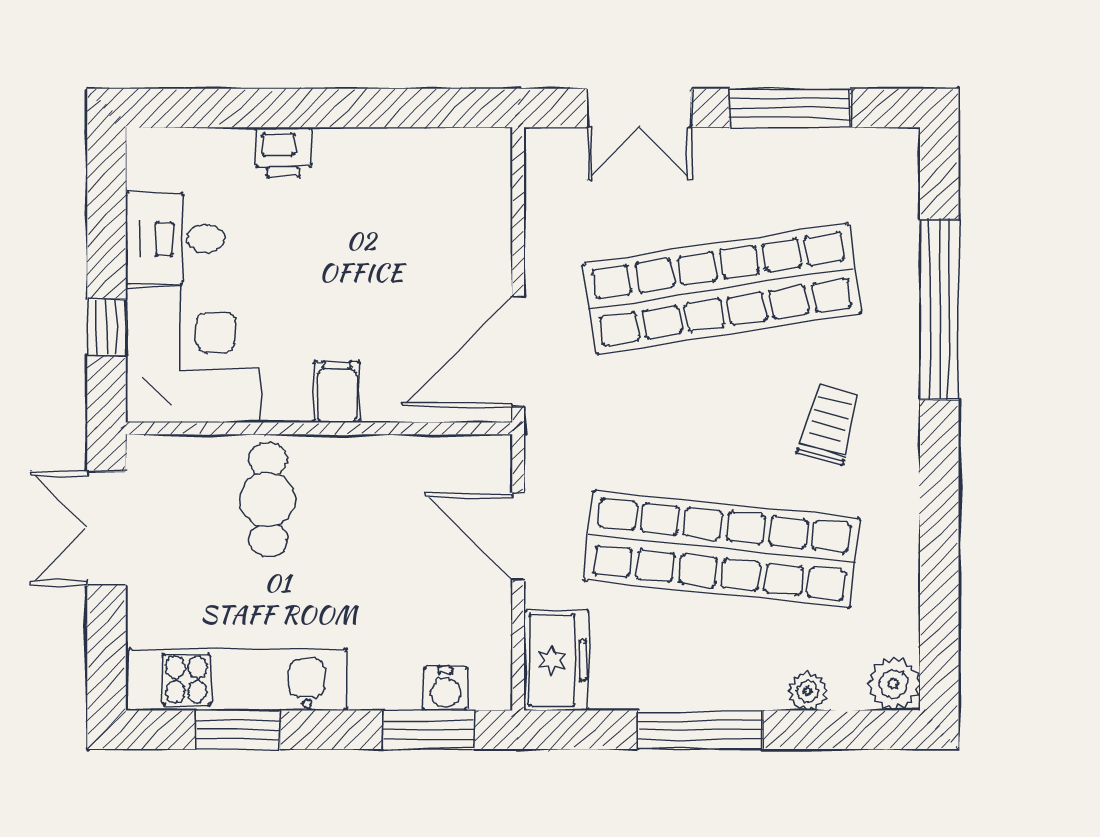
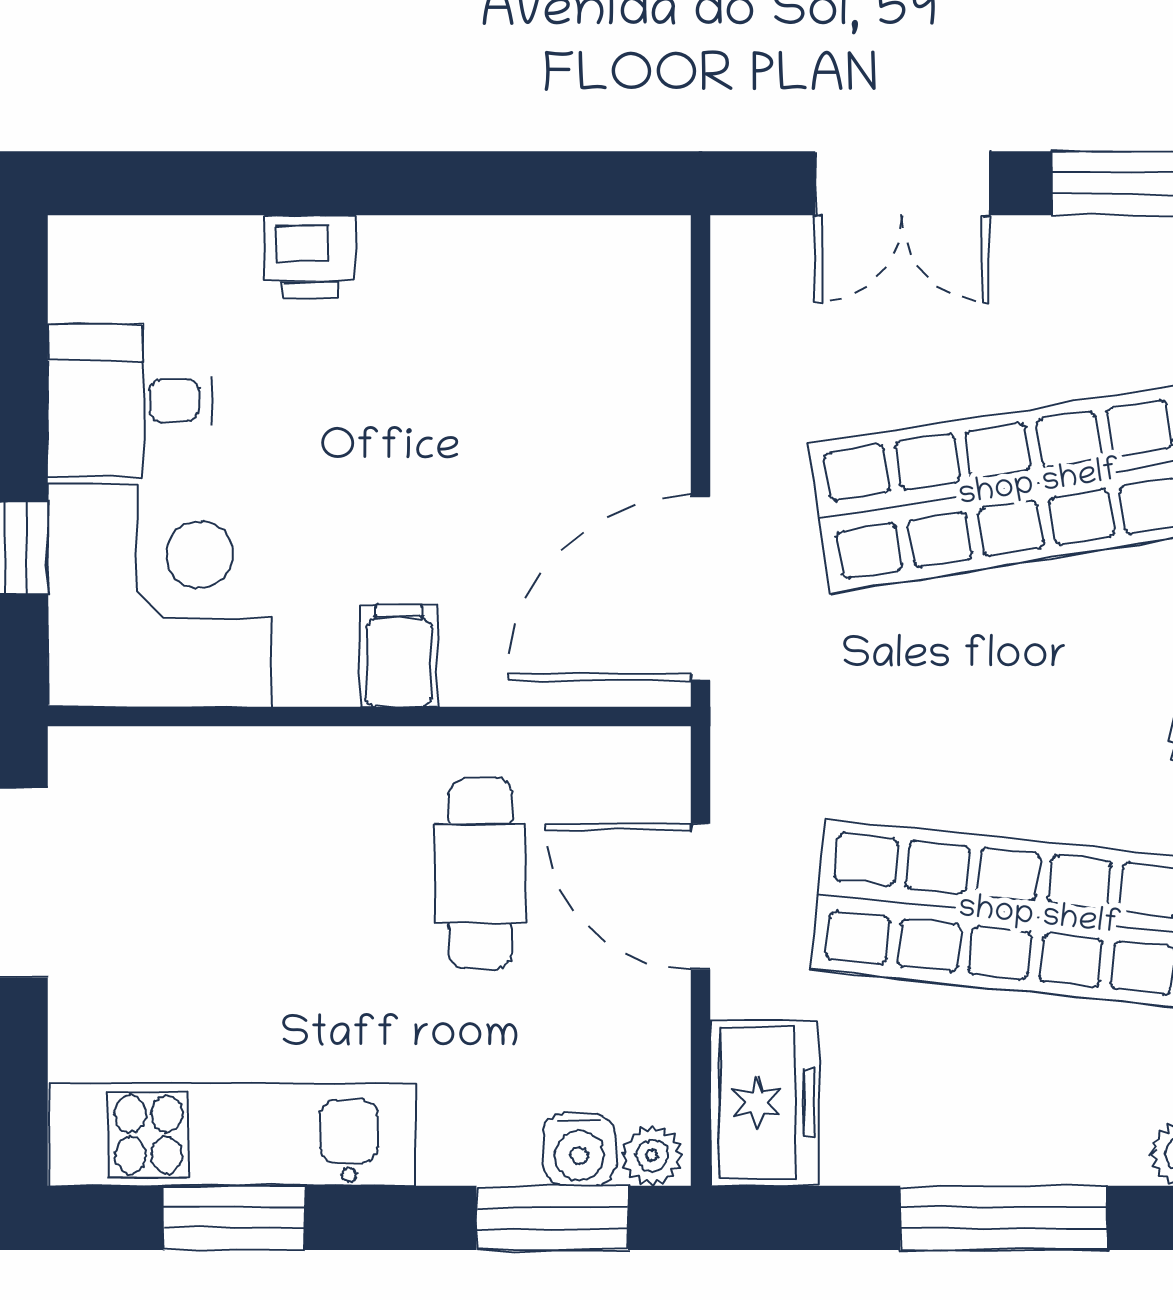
cafe table: (268, 499) -> (480, 873), moved
plant: (489, 692) -> (652, 1156), added

